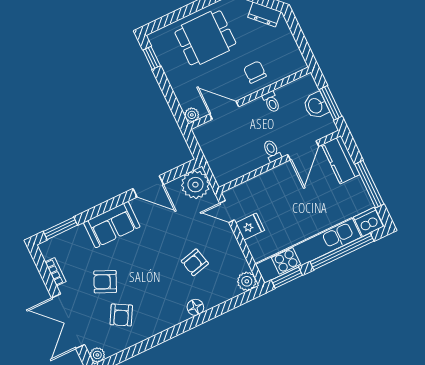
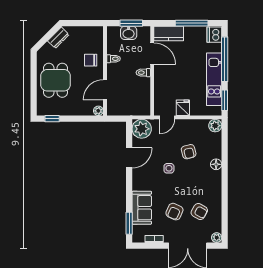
sofa: (112, 225) -> (142, 208), moved
side table: (160, 247) -> (169, 168), added
kitchen unit: (308, 250) -> (214, 79), width x0.73

